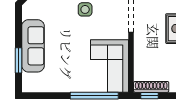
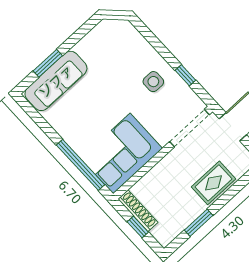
sofa: (33, 46) -> (56, 81), moved
window: (150, 96) -> (138, 227), moved

